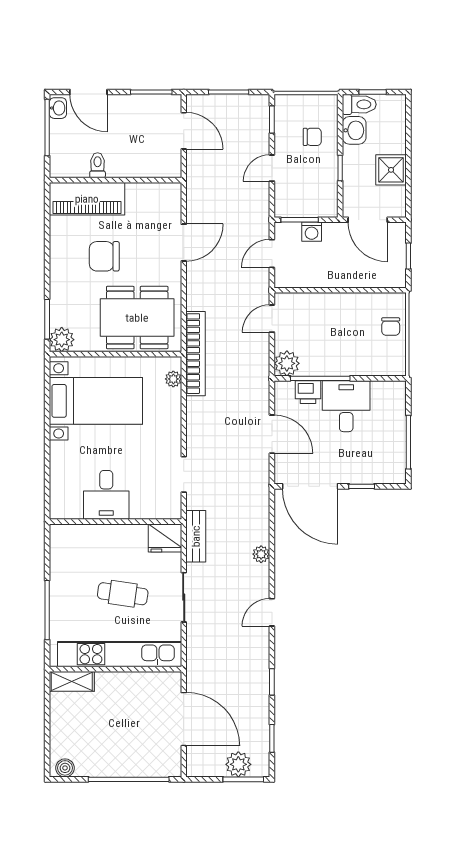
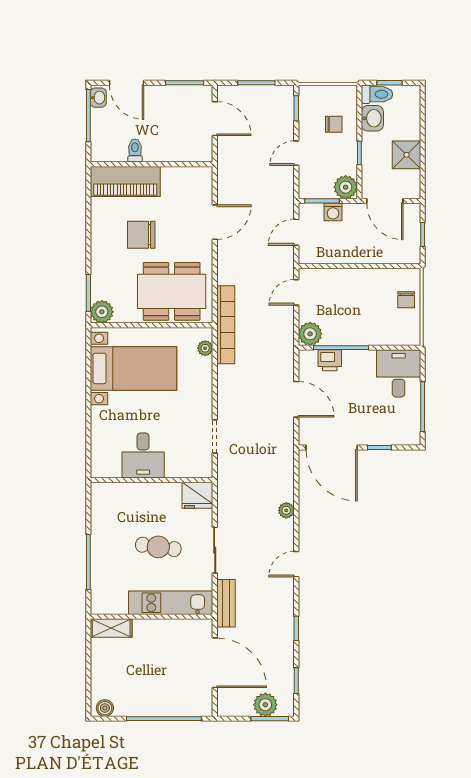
plant: (325, 205) -> (346, 187), added
desk: (346, 406) -> (399, 373), moved
bench: (196, 536) -> (226, 603), moved
kitchen unit: (120, 654) -> (171, 603), width x0.73

